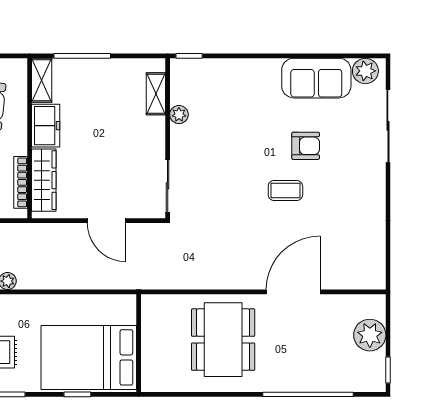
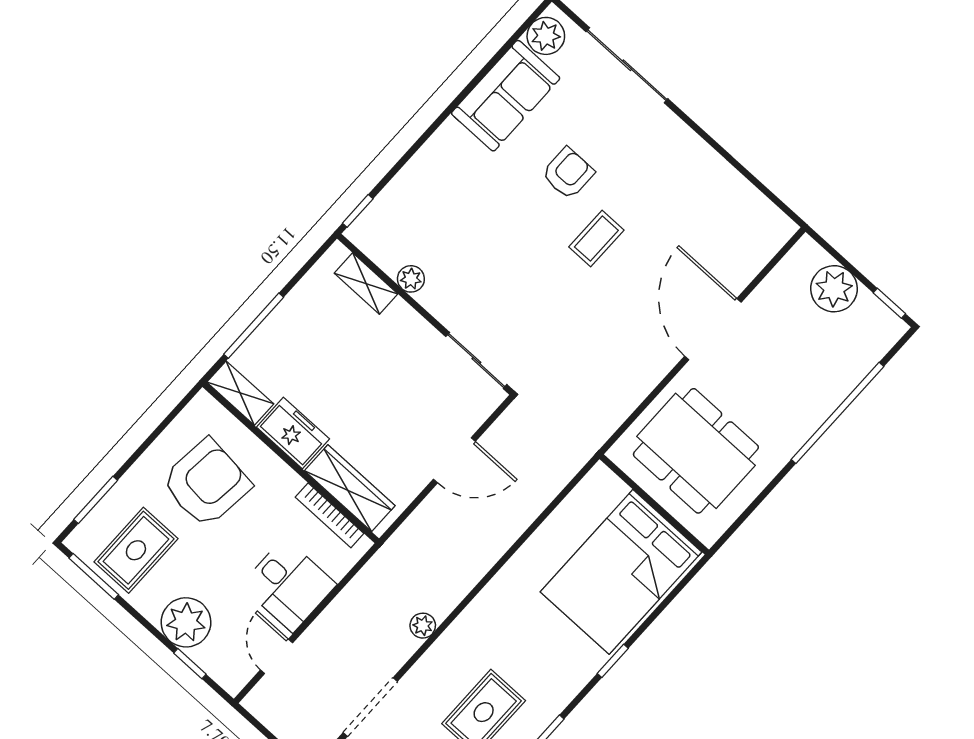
wall: (139, 343) -> (654, 504), moved
bed: (89, 357) -> (621, 572), moved

